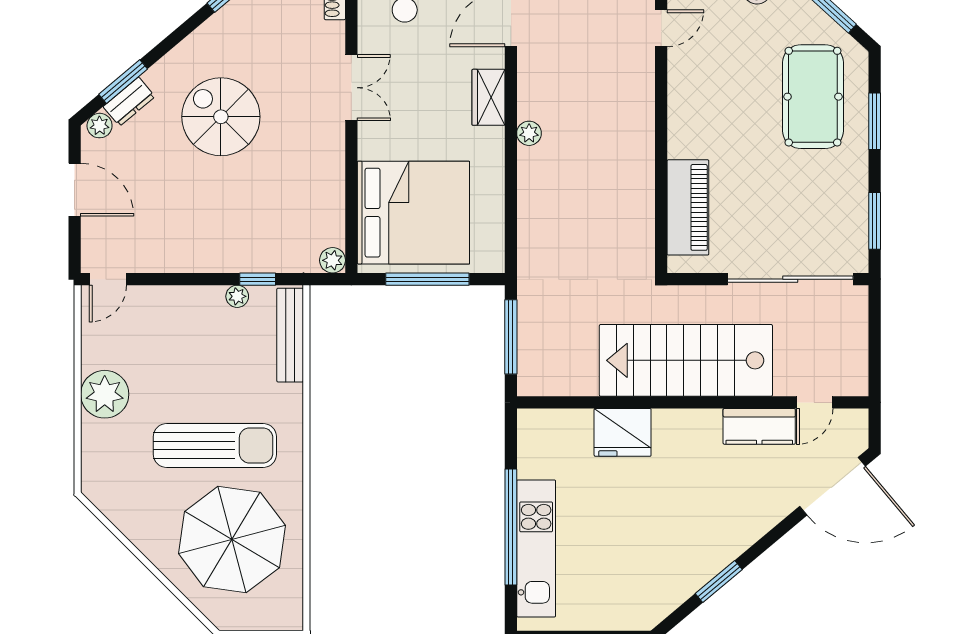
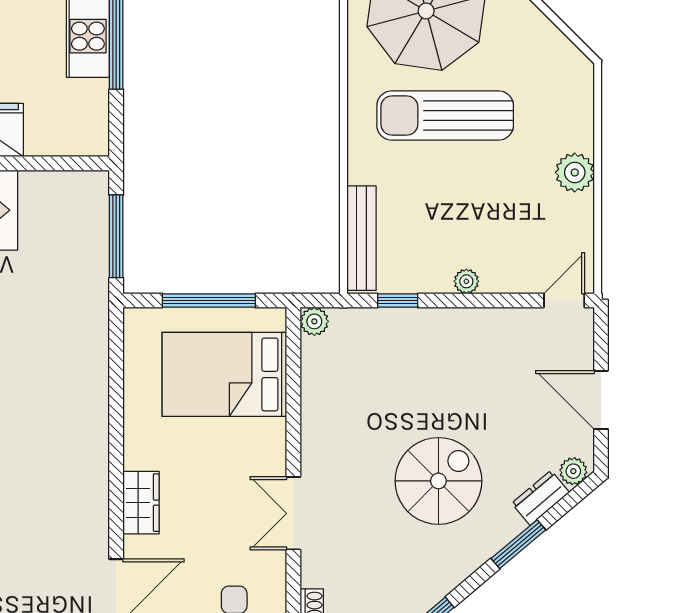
window: (123, 82) -> (518, 544), moved
spiral stairs: (221, 117) -> (438, 481), turned -90
plant: (529, 133) -> (96, 463), removed
bed: (413, 213) -> (224, 374), width x0.73
plant: (237, 296) -> (466, 281), moved
plant: (105, 394) -> (575, 172), width x0.73, depth x0.73

